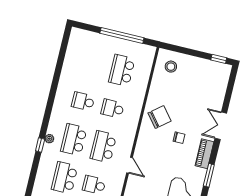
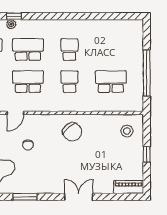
window: (219, 59) -> (147, 154), moved
chair: (179, 138) -> (28, 145), moved
plant: (49, 139) -> (11, 24), moved
piano: (204, 154) -> (129, 187), moved

